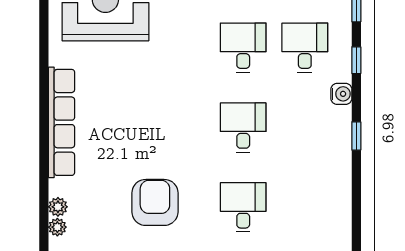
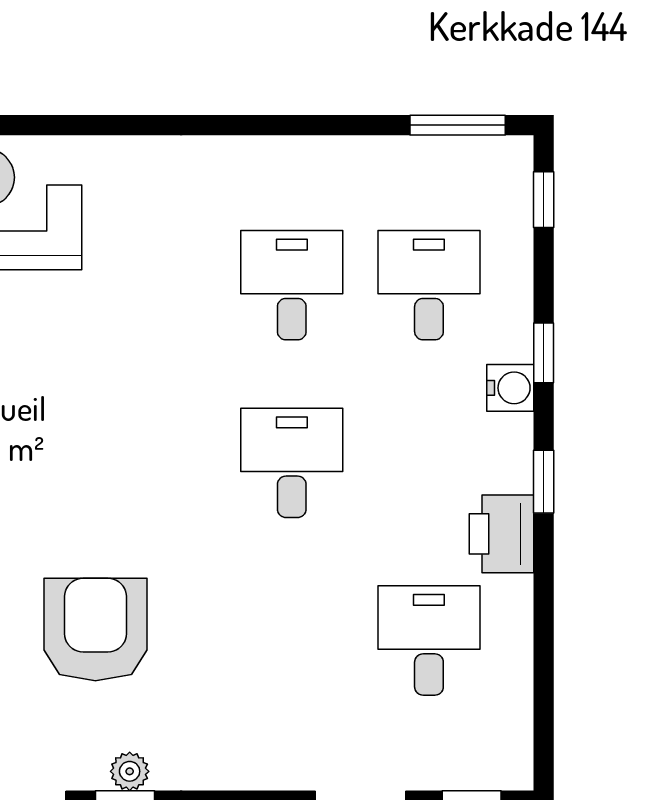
window: (356, 60) -> (544, 353), moved
printer: (337, 159) -> (502, 534), added
desk: (243, 207) -> (429, 641), moved

